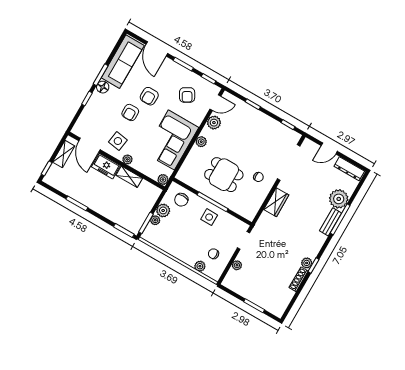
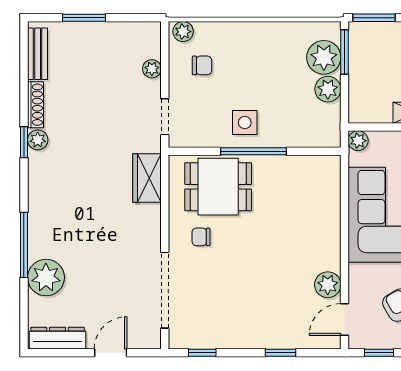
plant: (201, 142) -> (331, 241), removed
dining table: (224, 175) -> (218, 187), moved
chair: (181, 200) -> (308, 125), removed
wardrobe: (276, 202) -> (147, 178), moved
plant: (155, 220) -> (324, 57), width x1.87, depth x1.87
bench: (331, 222) -> (38, 54), moved
plant: (200, 266) -> (183, 32), moved

